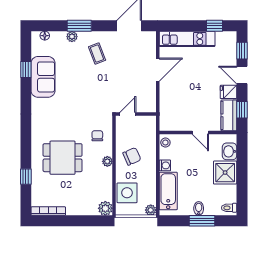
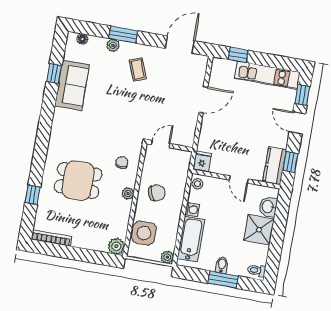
window: (214, 26) -> (238, 55), moved
kitchen unit: (187, 39) -> (267, 75), moved
fridge: (229, 92) -> (202, 162), moved, turned 90

